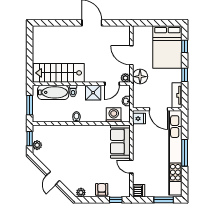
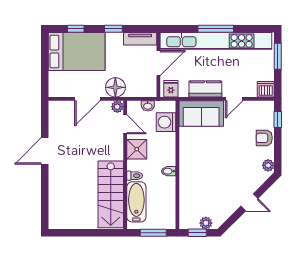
kitchen counter: (139, 145) -> (205, 89), added

